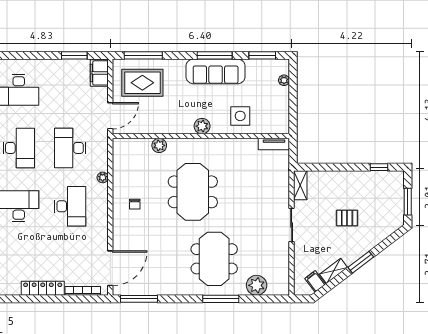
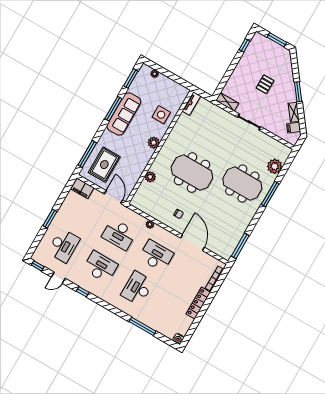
window: (74, 55) -> (50, 219), moved
door: (110, 268) -> (192, 243), moved

